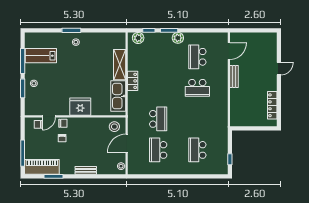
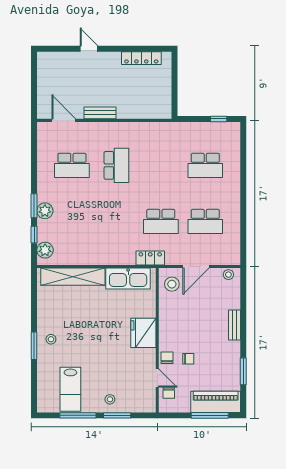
plant: (178, 38) -> (45, 211), moved
shelving: (120, 65) -> (73, 277), width x1.47
locker: (133, 81) -> (150, 258), moved
school desk: (158, 119) -> (161, 221), turned 180
door: (127, 143) -> (196, 266), hinge flipped
piano: (42, 167) -> (216, 402), moved, turned 90

